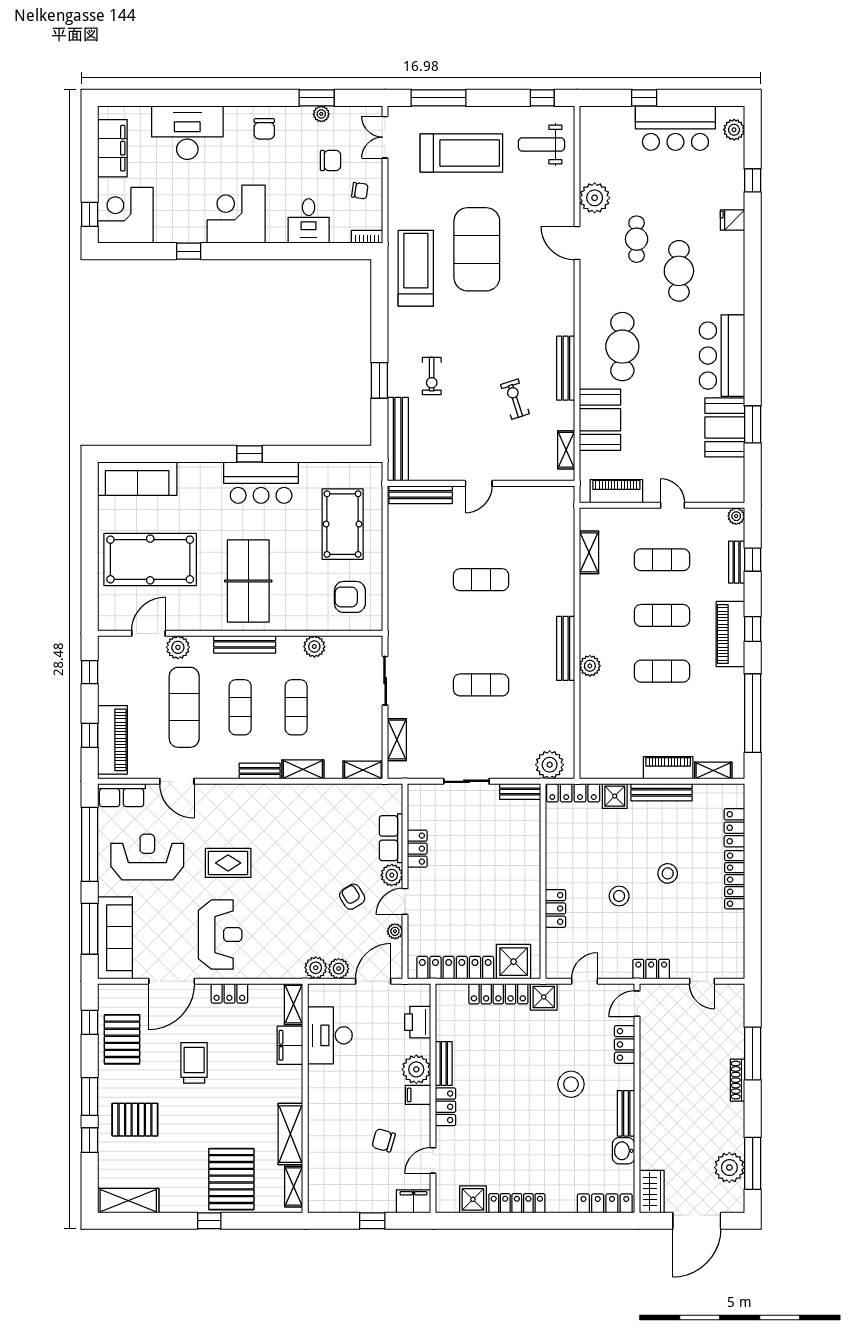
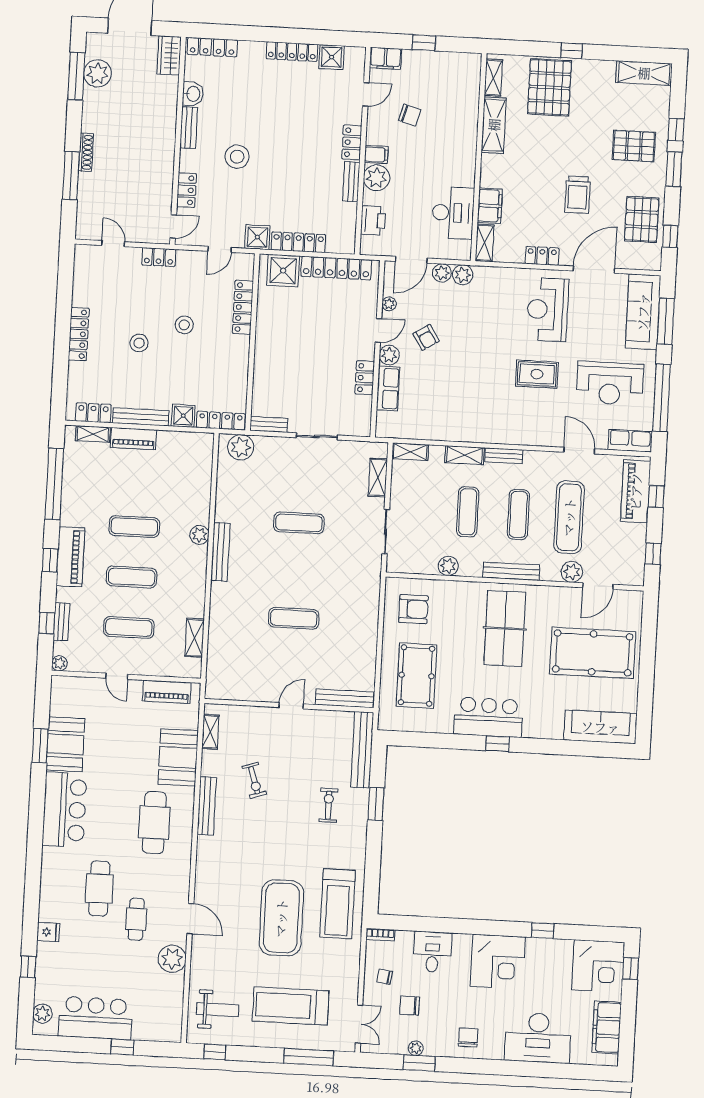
locker: (734, 828) -> (93, 413), moved, turned -90
locker: (556, 908) -> (243, 307), width x1.53

